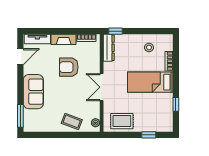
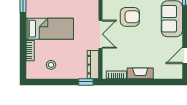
tv unit: (37, 39) -> (168, 74), removed
armchair: (69, 67) -> (130, 17), moved
double door: (102, 87) -> (100, 34), moved

